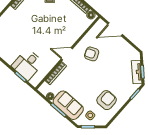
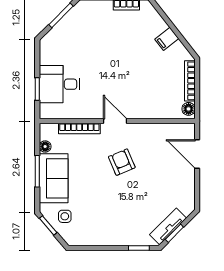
armchair: (92, 54) -> (122, 162), moved
armchair: (107, 100) -> (101, 220), removed

